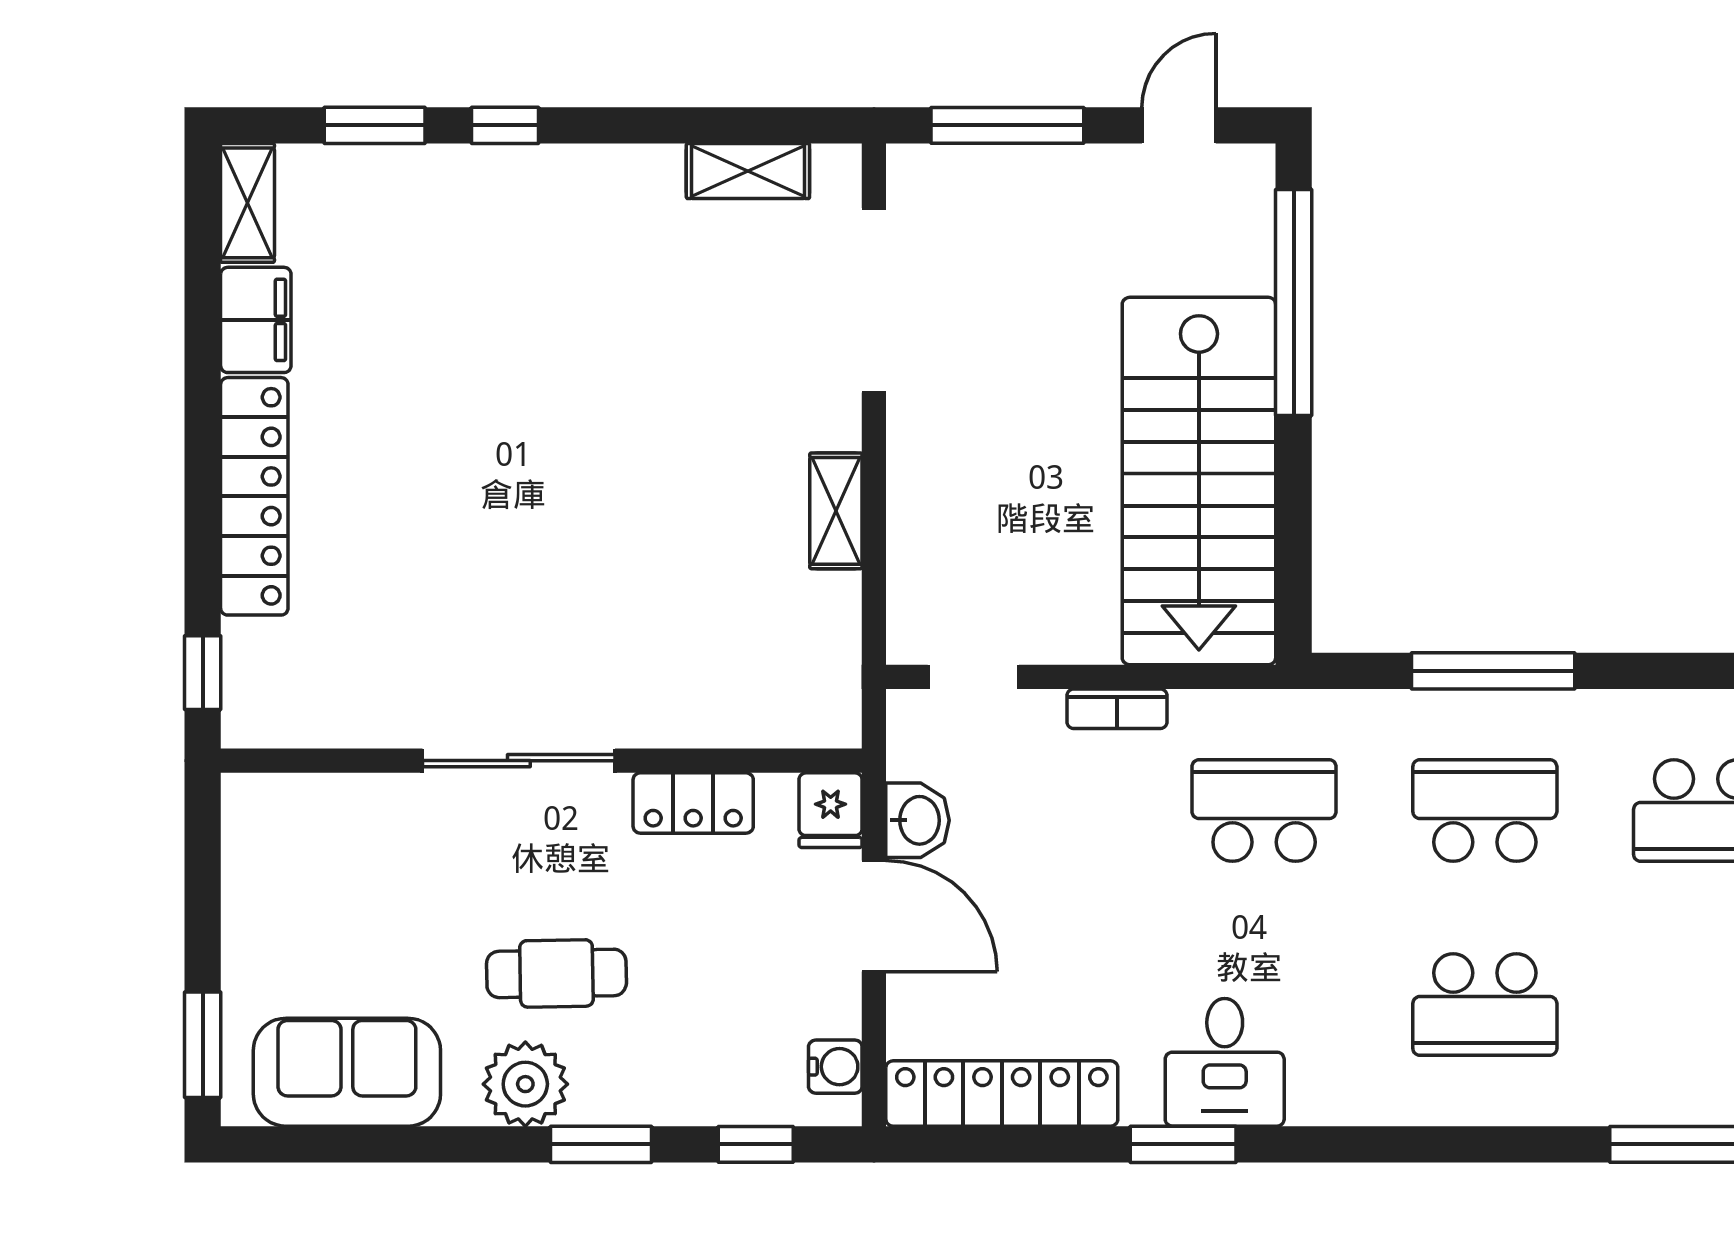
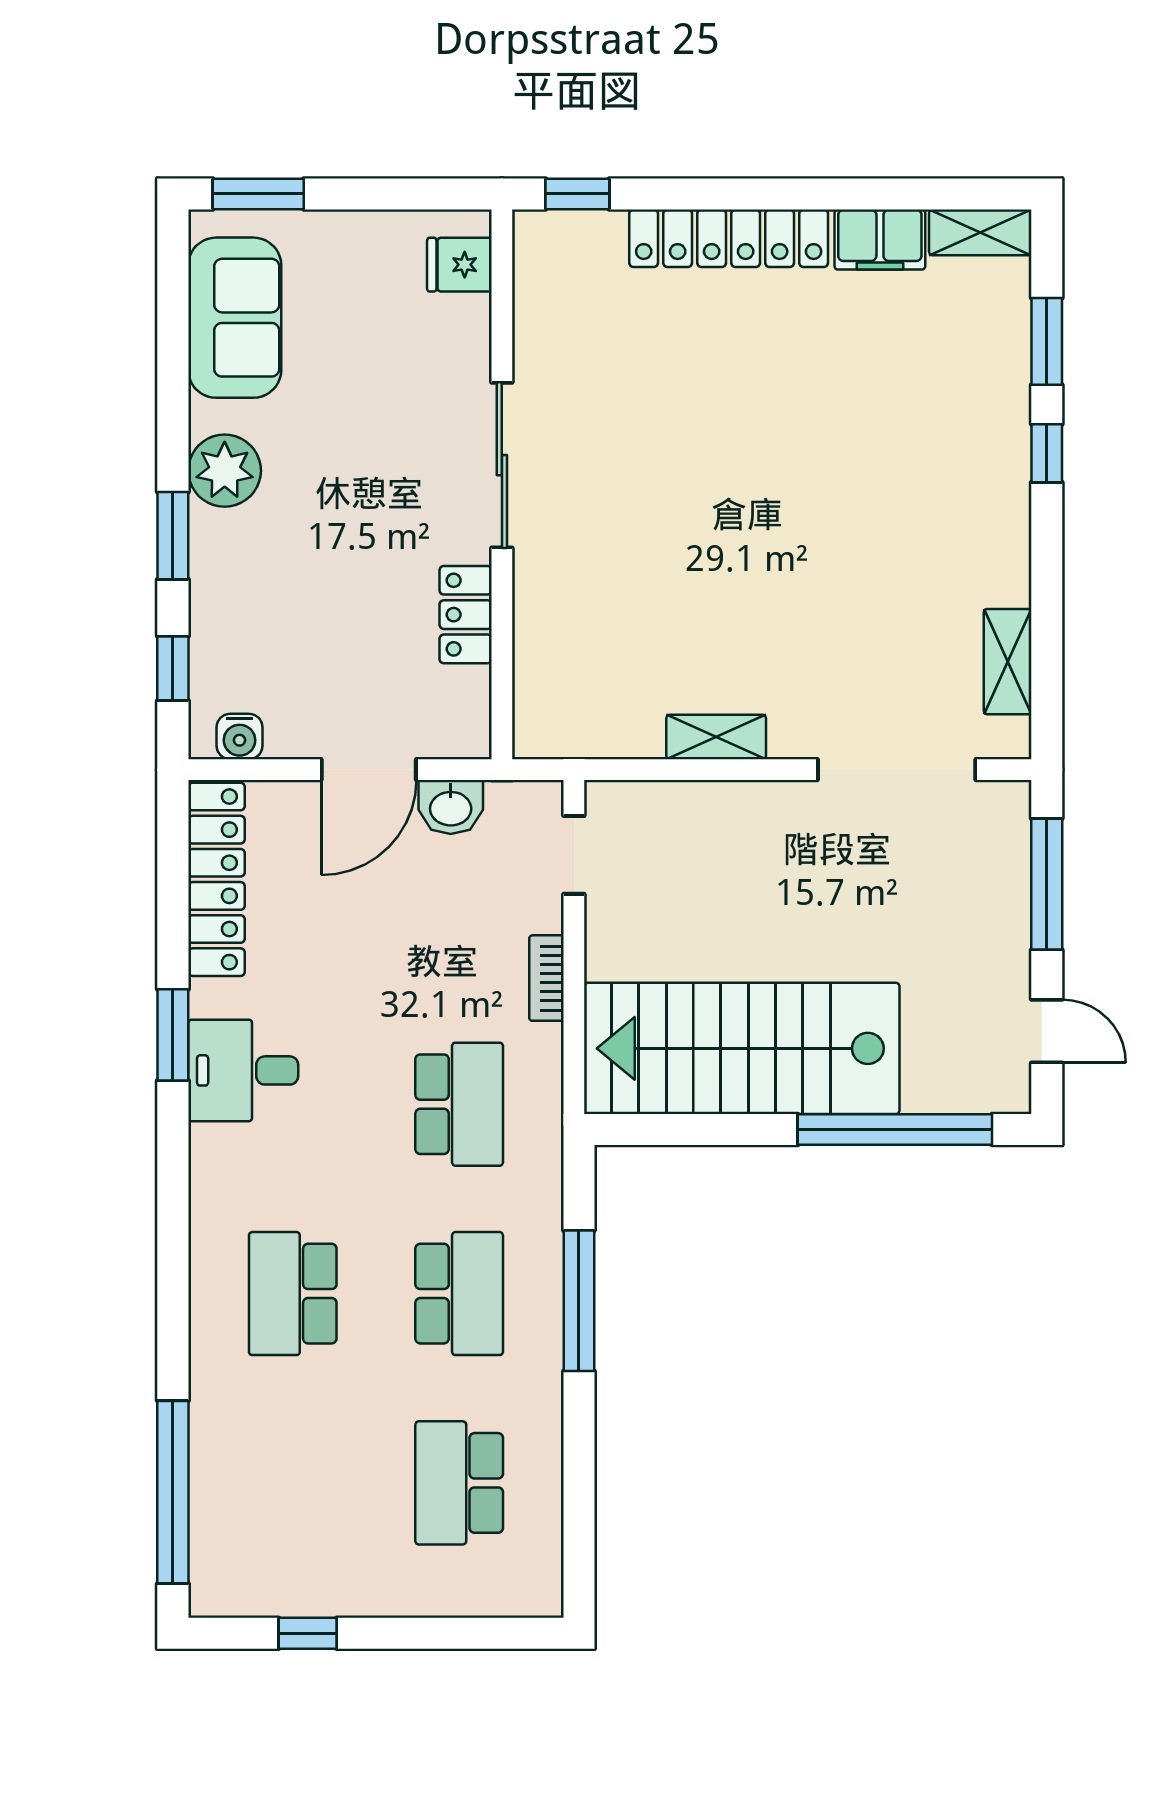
fridge: (831, 810) -> (459, 265), moved
cafe table: (556, 973) -> (319, 497), removed

